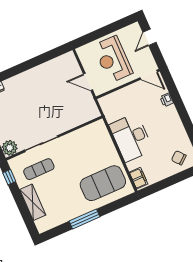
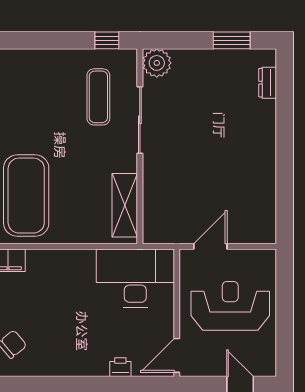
desk: (131, 138) -> (135, 278), moved
shelving: (33, 202) -> (125, 205), moved, turned 90

